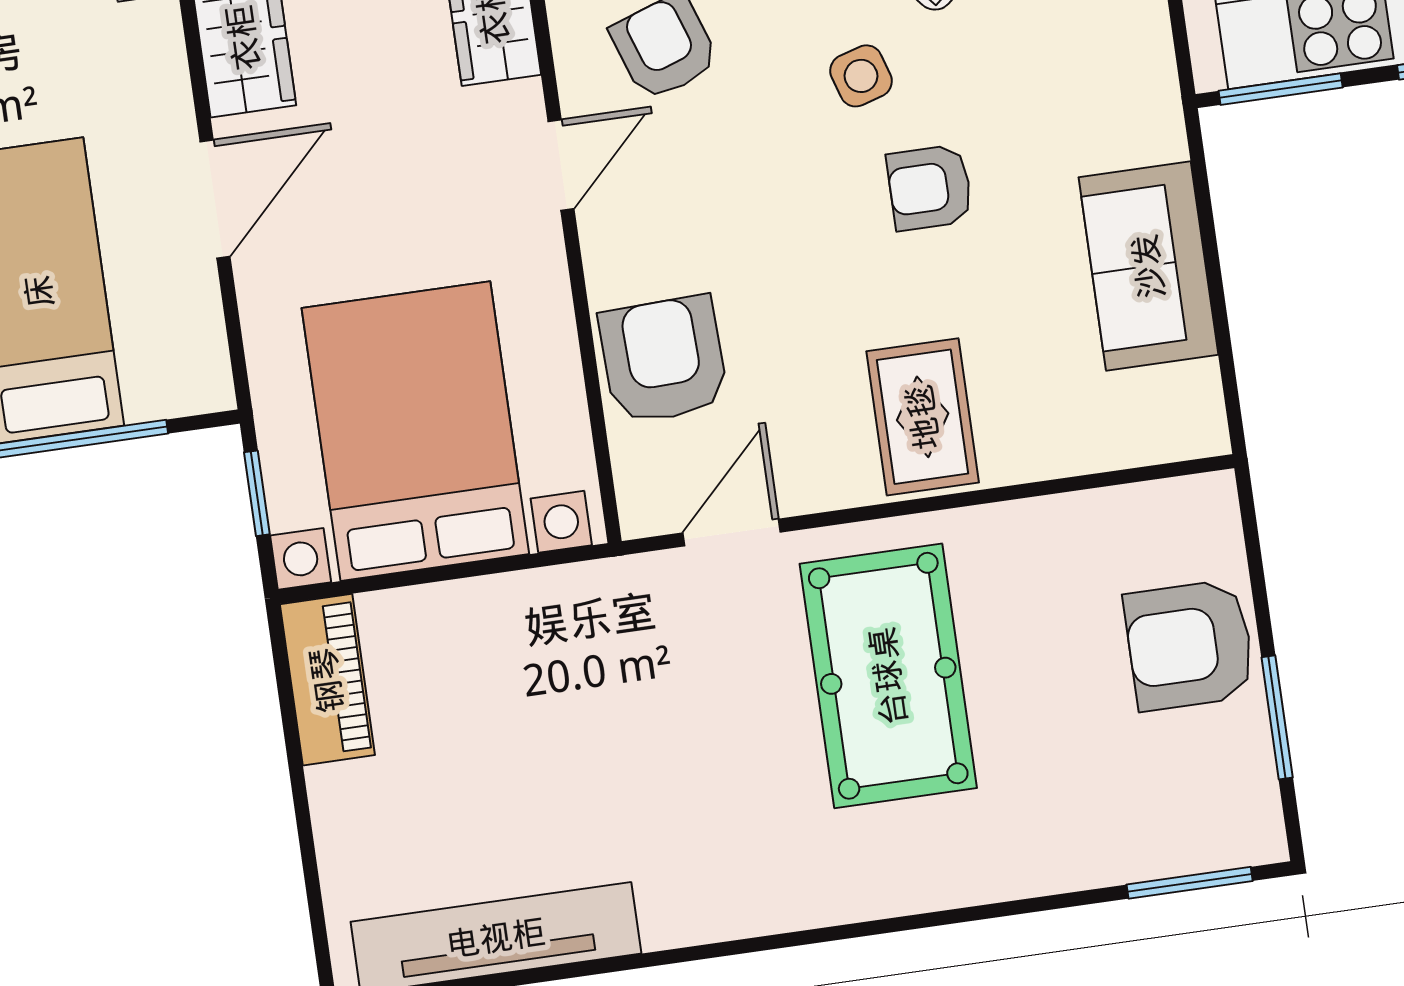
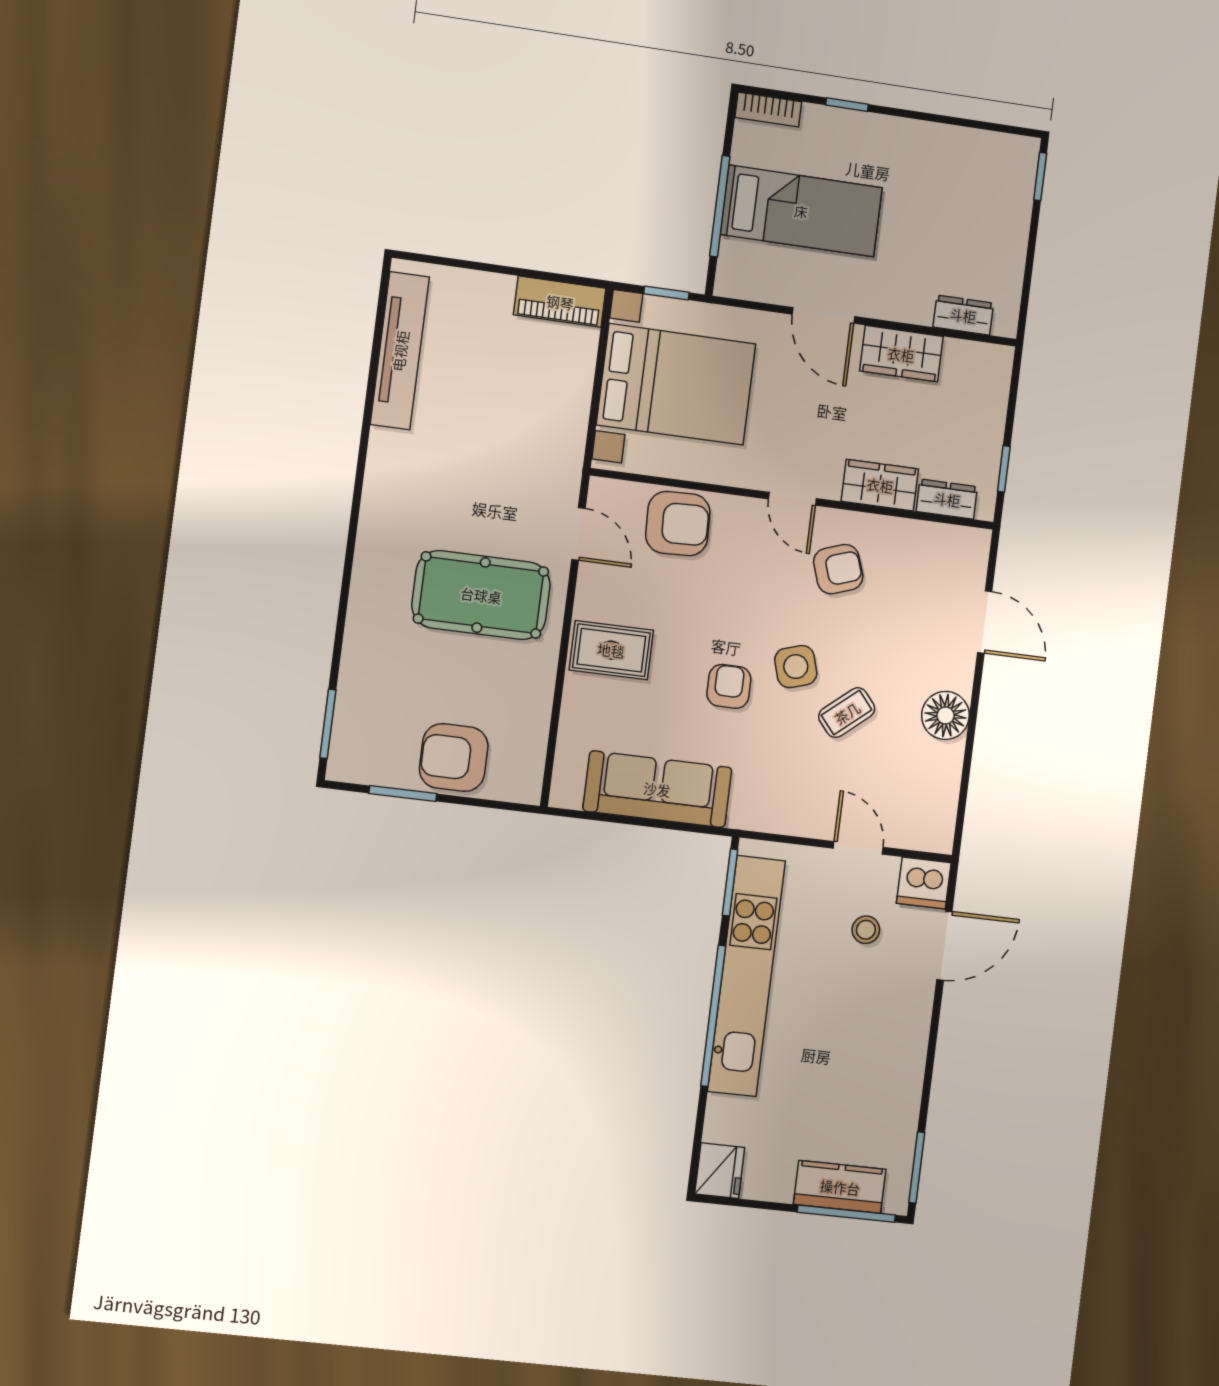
side table: (861, 76) -> (796, 667), width x1.37, depth x1.37
sofa: (1148, 266) -> (657, 789), width x1.36
armchair: (1189, 645) -> (454, 758), turned -90

